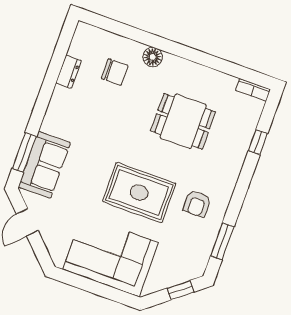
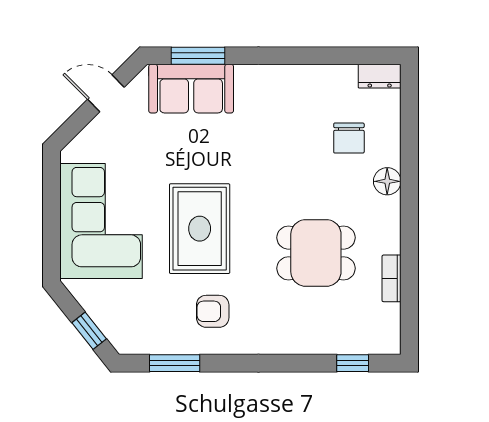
dresser: (69, 72) -> (380, 76), moved
bookcase: (253, 90) -> (392, 278), moved
dining table: (183, 121) -> (316, 253), turned 90
window: (258, 142) -> (353, 363), moved

